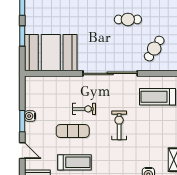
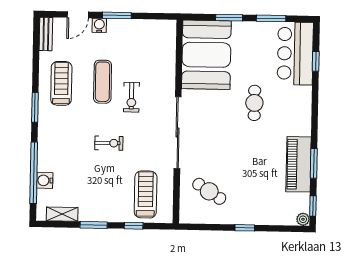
cafe table: (128, 19) -> (254, 103), moved
water cooler: (30, 116) -> (99, 25), moved
exercise bike: (119, 125) -> (109, 143), width x0.73, depth x0.72
treadmill: (75, 162) -> (61, 83), turned 180

